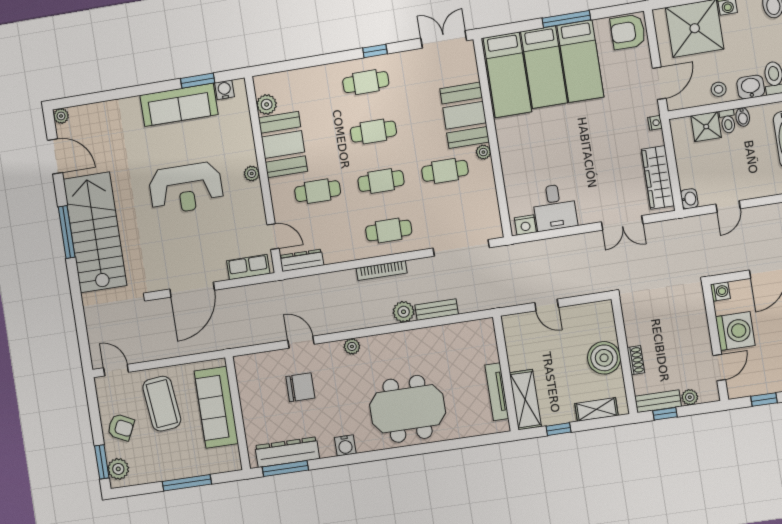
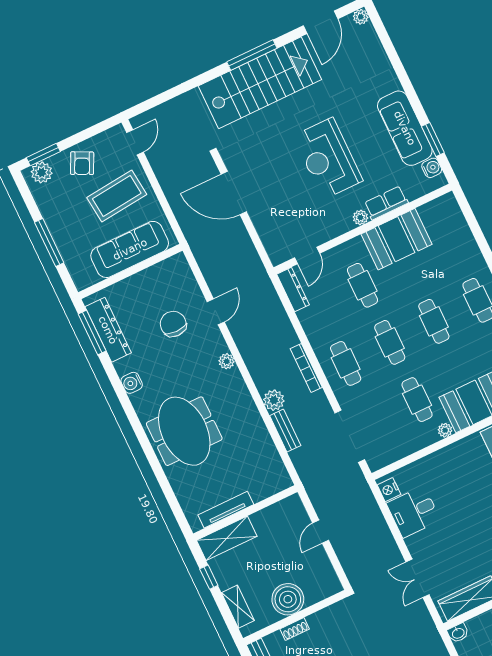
plant: (267, 104) -> (430, 212), removed
row of seats: (248, 267) -> (386, 203), moved, turned -90
chair: (300, 387) -> (173, 324), turned 180

